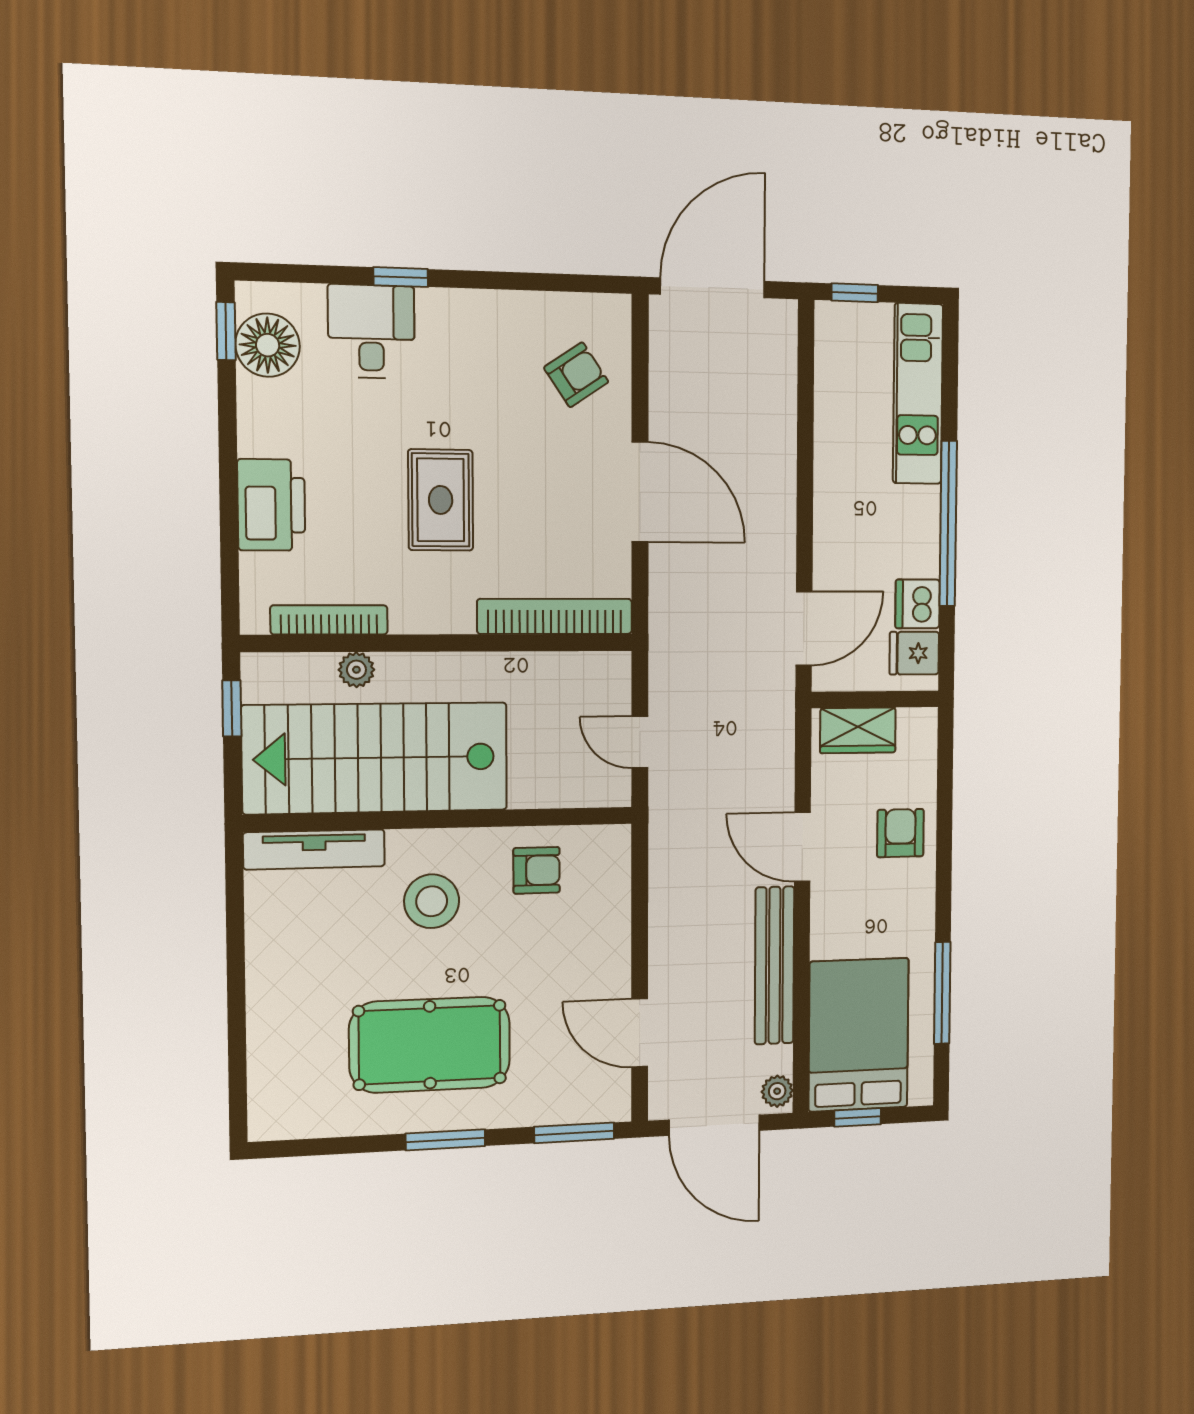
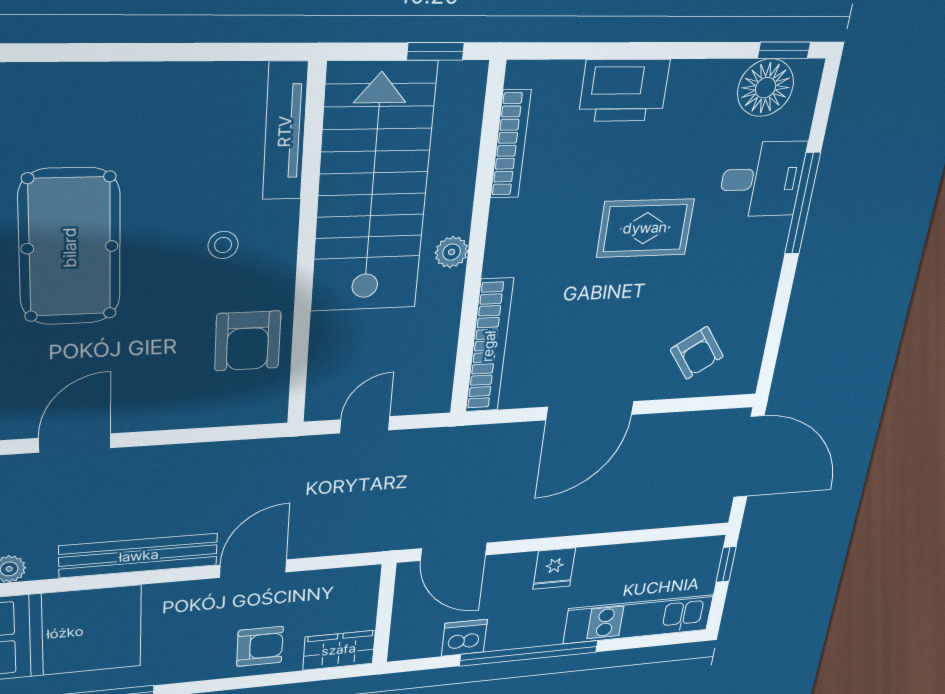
window: (401, 277) -> (802, 204), width x2.17
rug: (441, 500) -> (645, 228), moved
fridge: (914, 653) -> (554, 569), moved, turned 180
plant: (356, 670) -> (452, 252), moved
wardrobe: (858, 730) -> (339, 650), moved, turned 90
armchair: (537, 870) -> (248, 341), width x1.38, depth x1.38
stool: (432, 901) -> (223, 245), width x0.53, depth x0.53

